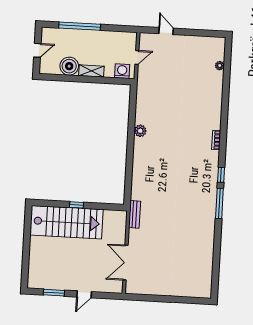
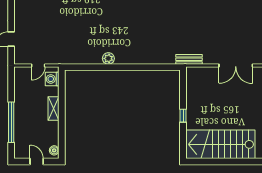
door: (137, 57) -> (38, 65), swing flipped
boiler: (69, 66) -> (54, 150), moved, width x0.54, depth x0.54
stairs: (67, 222) -> (220, 144), moved, turned -90

